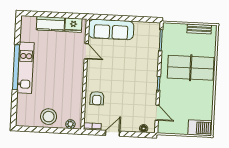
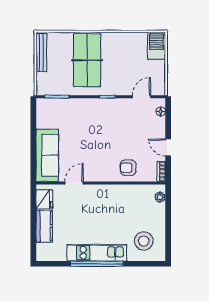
bench: (199, 29) -> (41, 53), width x1.36
armchair: (97, 98) -> (128, 168), turned 180
stool: (49, 117) -> (144, 241), moved

